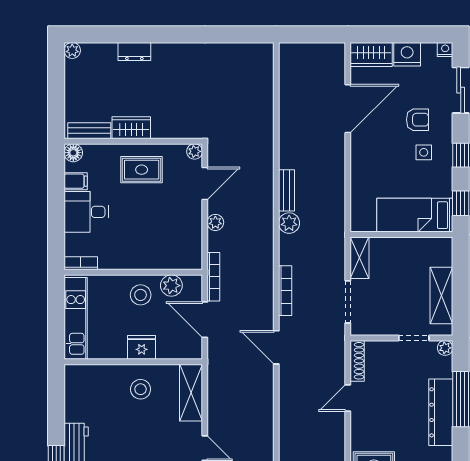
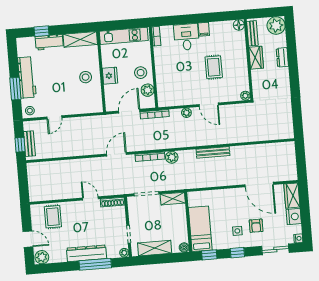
plant: (72, 50) -> (276, 26), width x1.88, depth x1.88
wardrobe: (131, 128) -> (256, 58), moved
bench: (89, 131) -> (252, 33), moved
wall: (133, 141) -> (248, 59), moved
plant: (195, 151) -> (245, 96), moved
floor lamp: (73, 153) -> (239, 25), moved
bench: (287, 190) -> (213, 152), width x1.36
plant: (289, 223) -> (172, 157), moved
boiler: (445, 245) -> (184, 247), added
shelving: (191, 393) -> (80, 39), moved

